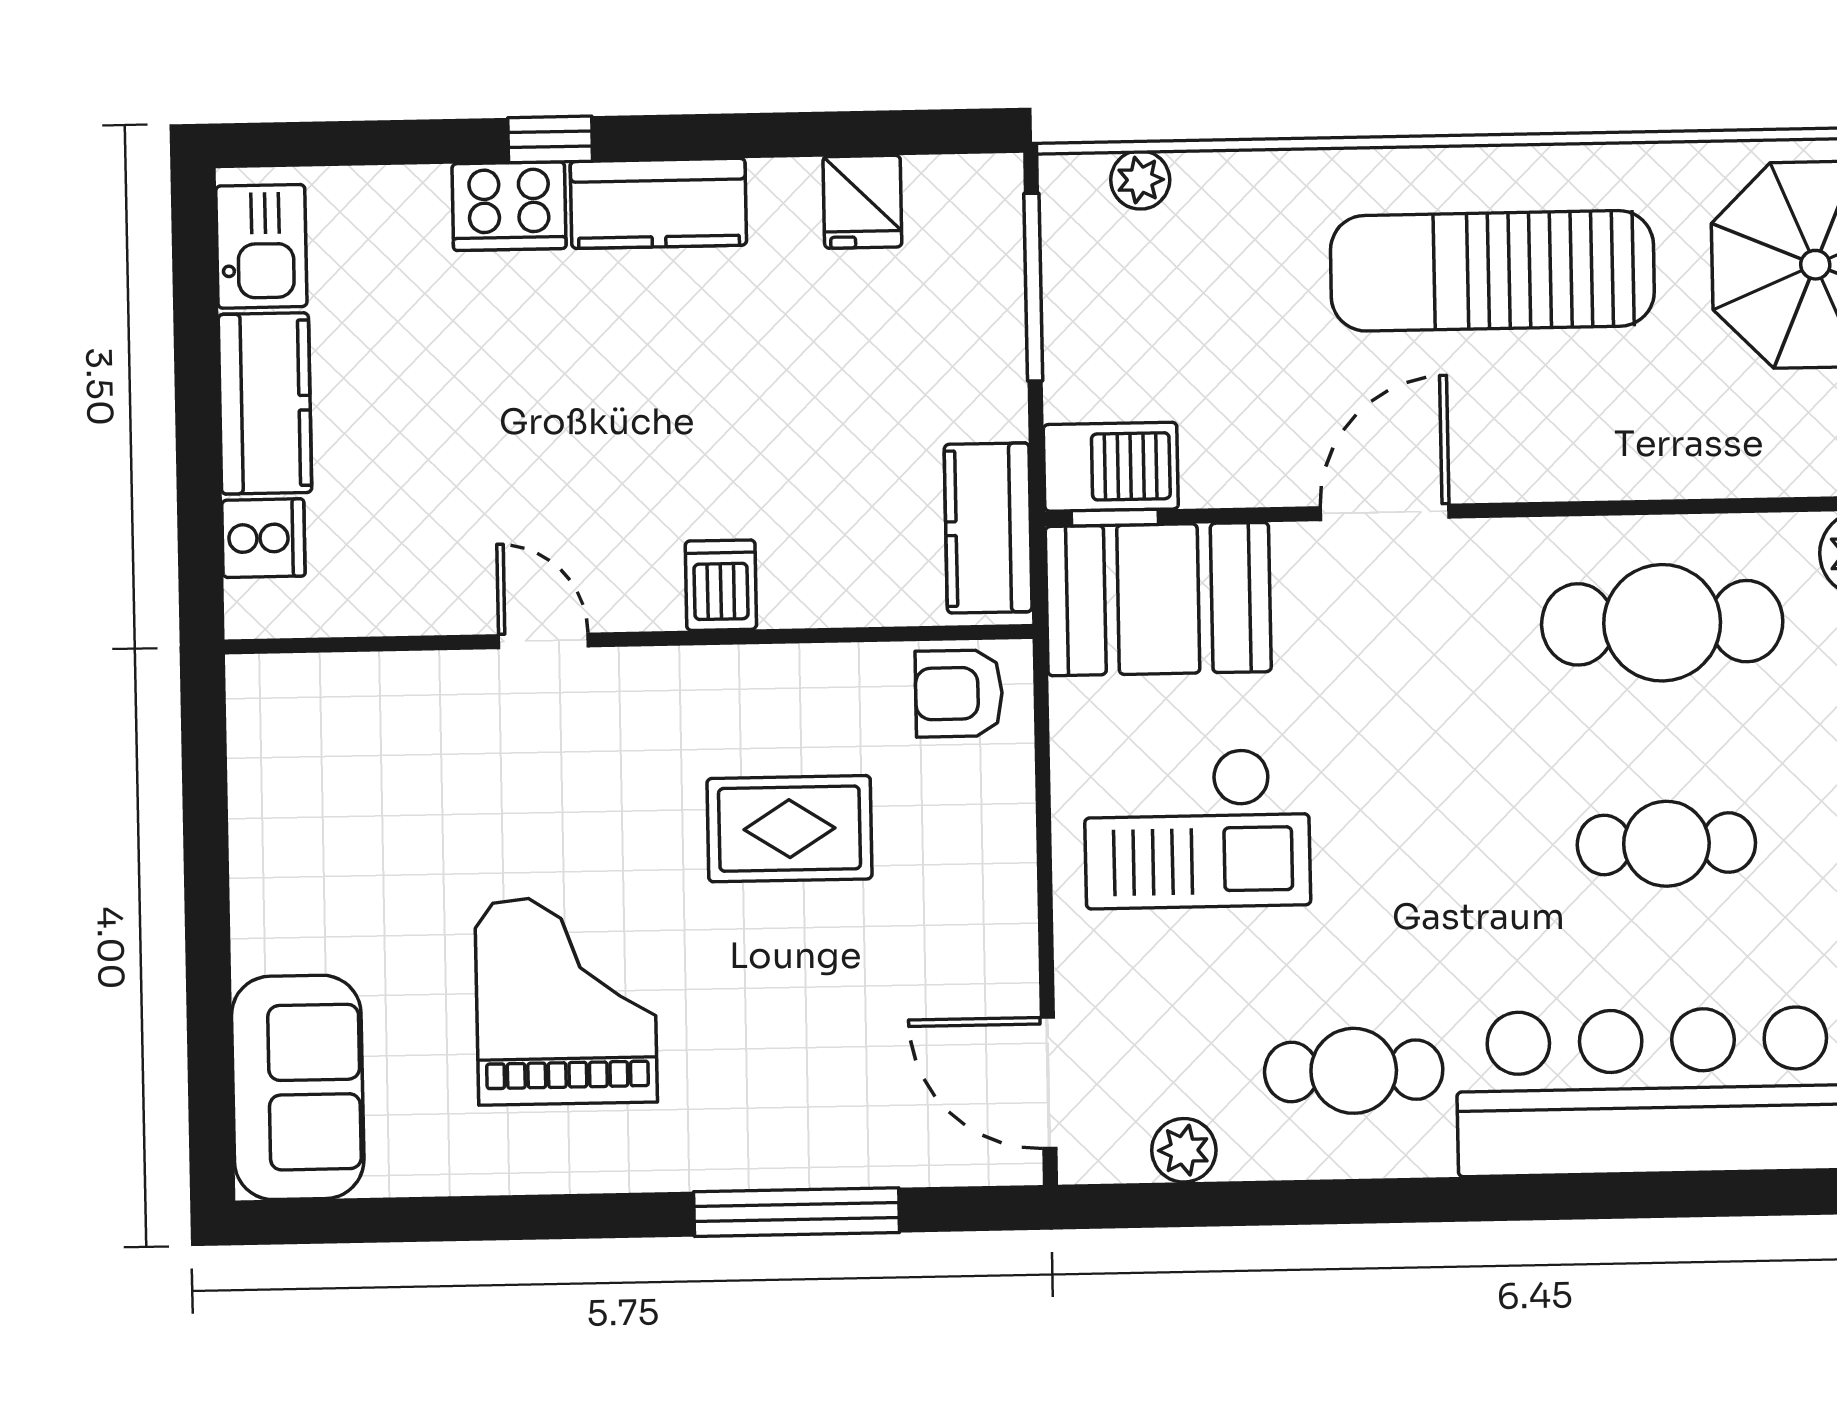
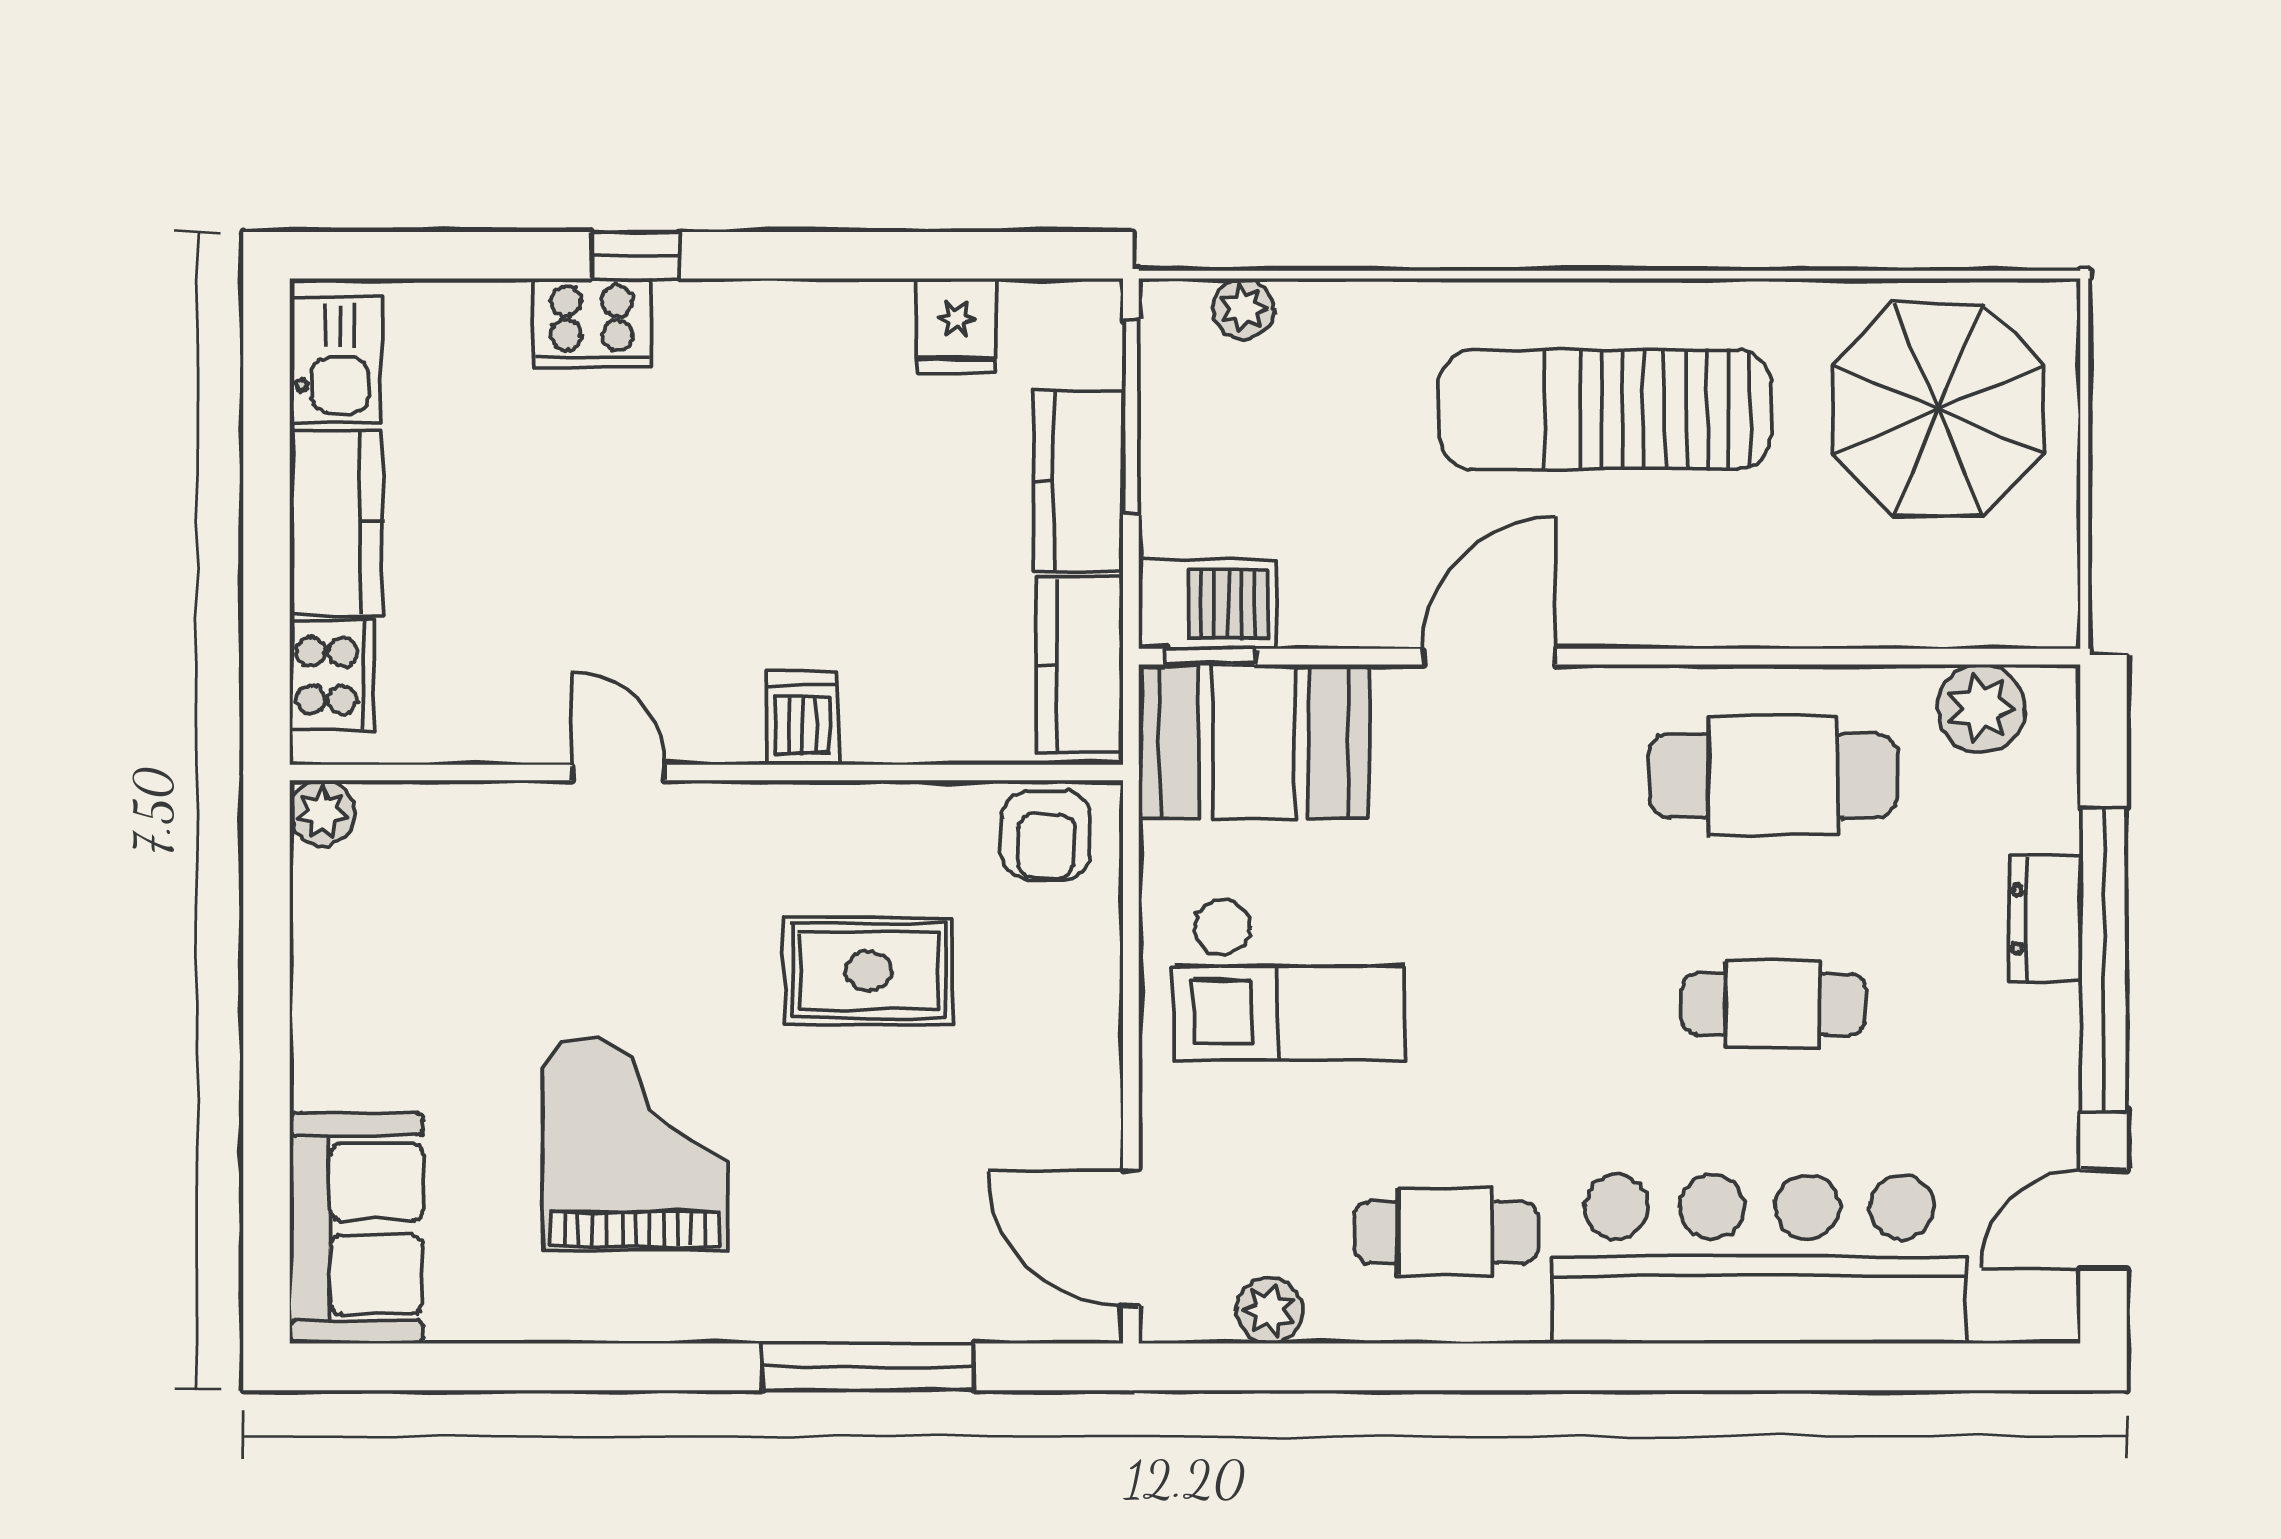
kitchen counter: (658, 203) -> (1078, 481), moved, turned 90
cooker: (263, 538) -> (332, 676), width x1.36
plant: (257, 685) -> (322, 813), added
armchair: (959, 693) -> (1046, 835), turned -90

